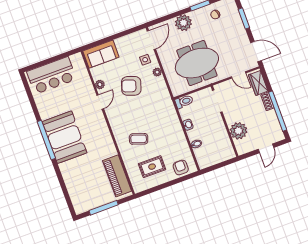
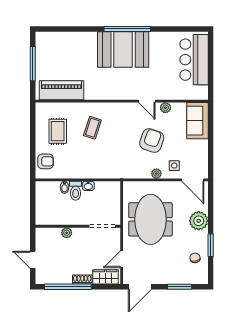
toilet: (184, 102) -> (76, 191), moved
plant: (238, 131) -> (67, 233), width x0.53, depth x0.53

